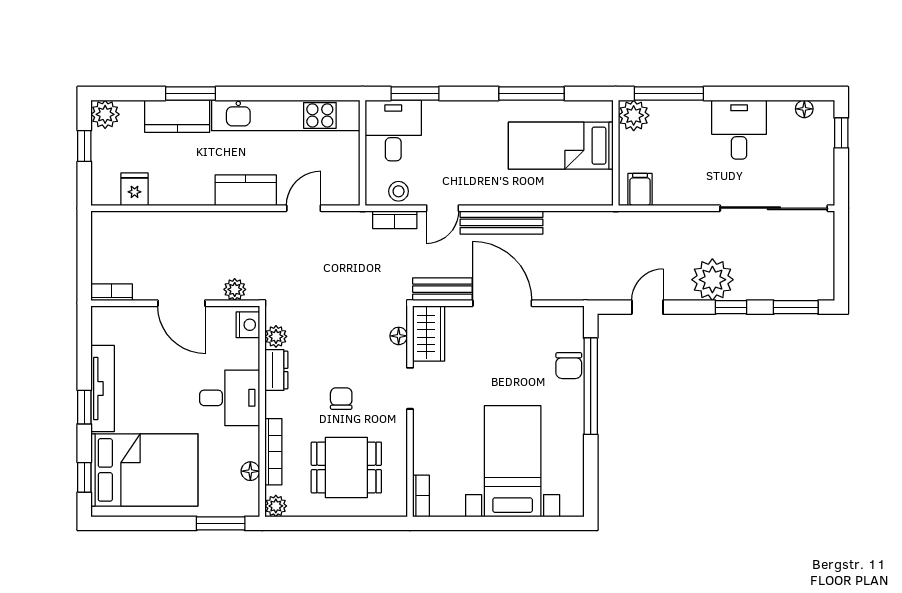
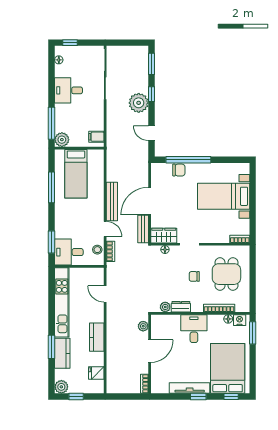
kitchen counter: (246, 190) -> (97, 337), moved
nightstand: (248, 325) -> (240, 320), moved
plant: (276, 506) -> (244, 307), removed

